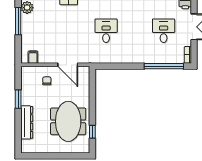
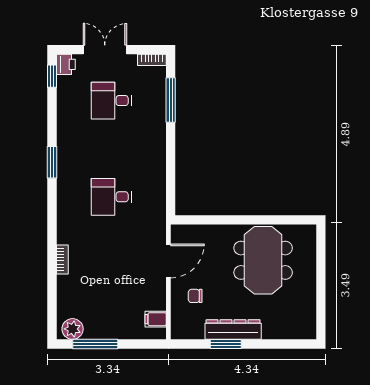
window: (164, 66) -> (171, 100), width x0.68
meeting table: (68, 121) -> (263, 260), turned 90
dresser: (27, 122) -> (233, 329), moved
window: (92, 132) -> (281, 220), removed

